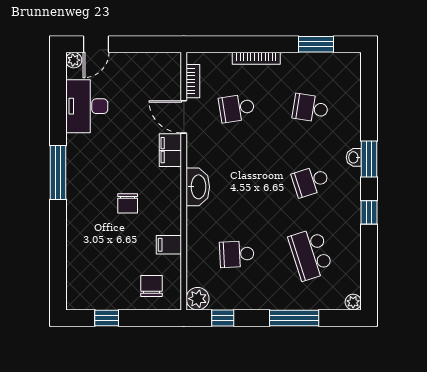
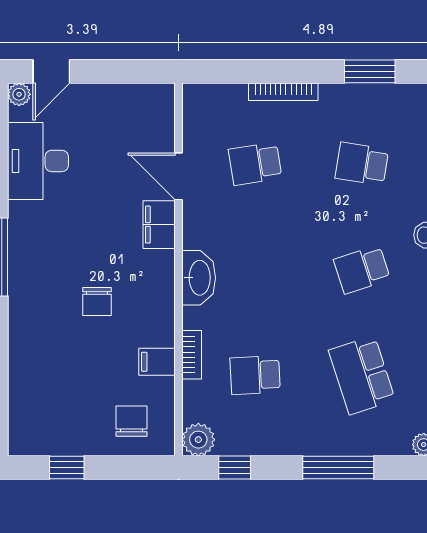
bookcase: (193, 81) -> (192, 355), moved

